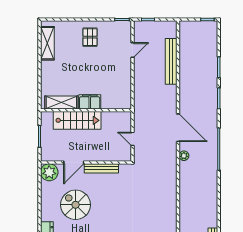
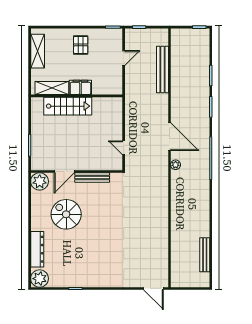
shelving: (61, 102) -> (52, 88), moved
filing cabinet: (90, 102) -> (80, 87), moved
wall: (86, 110) -> (77, 96), moved
stairs: (77, 120) -> (68, 106), moved

